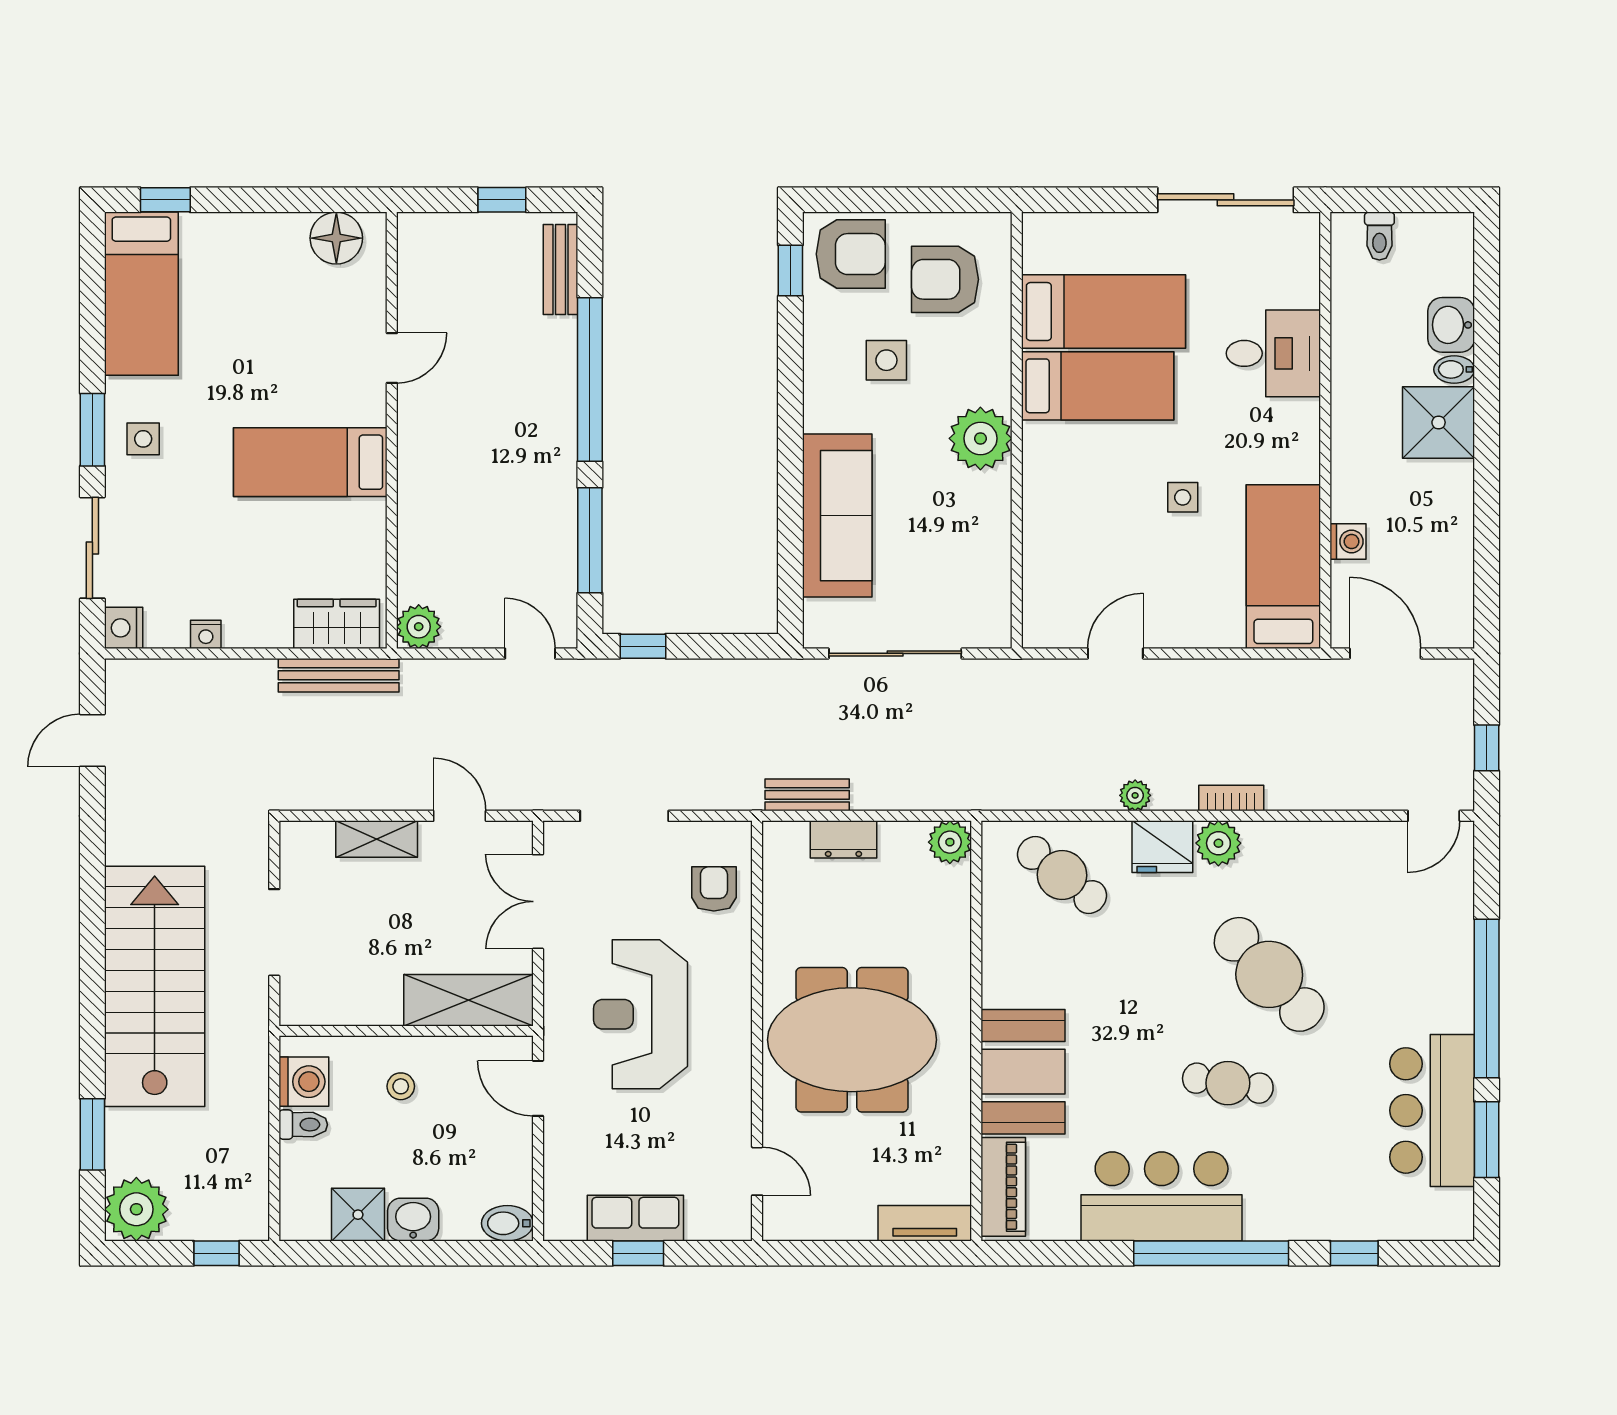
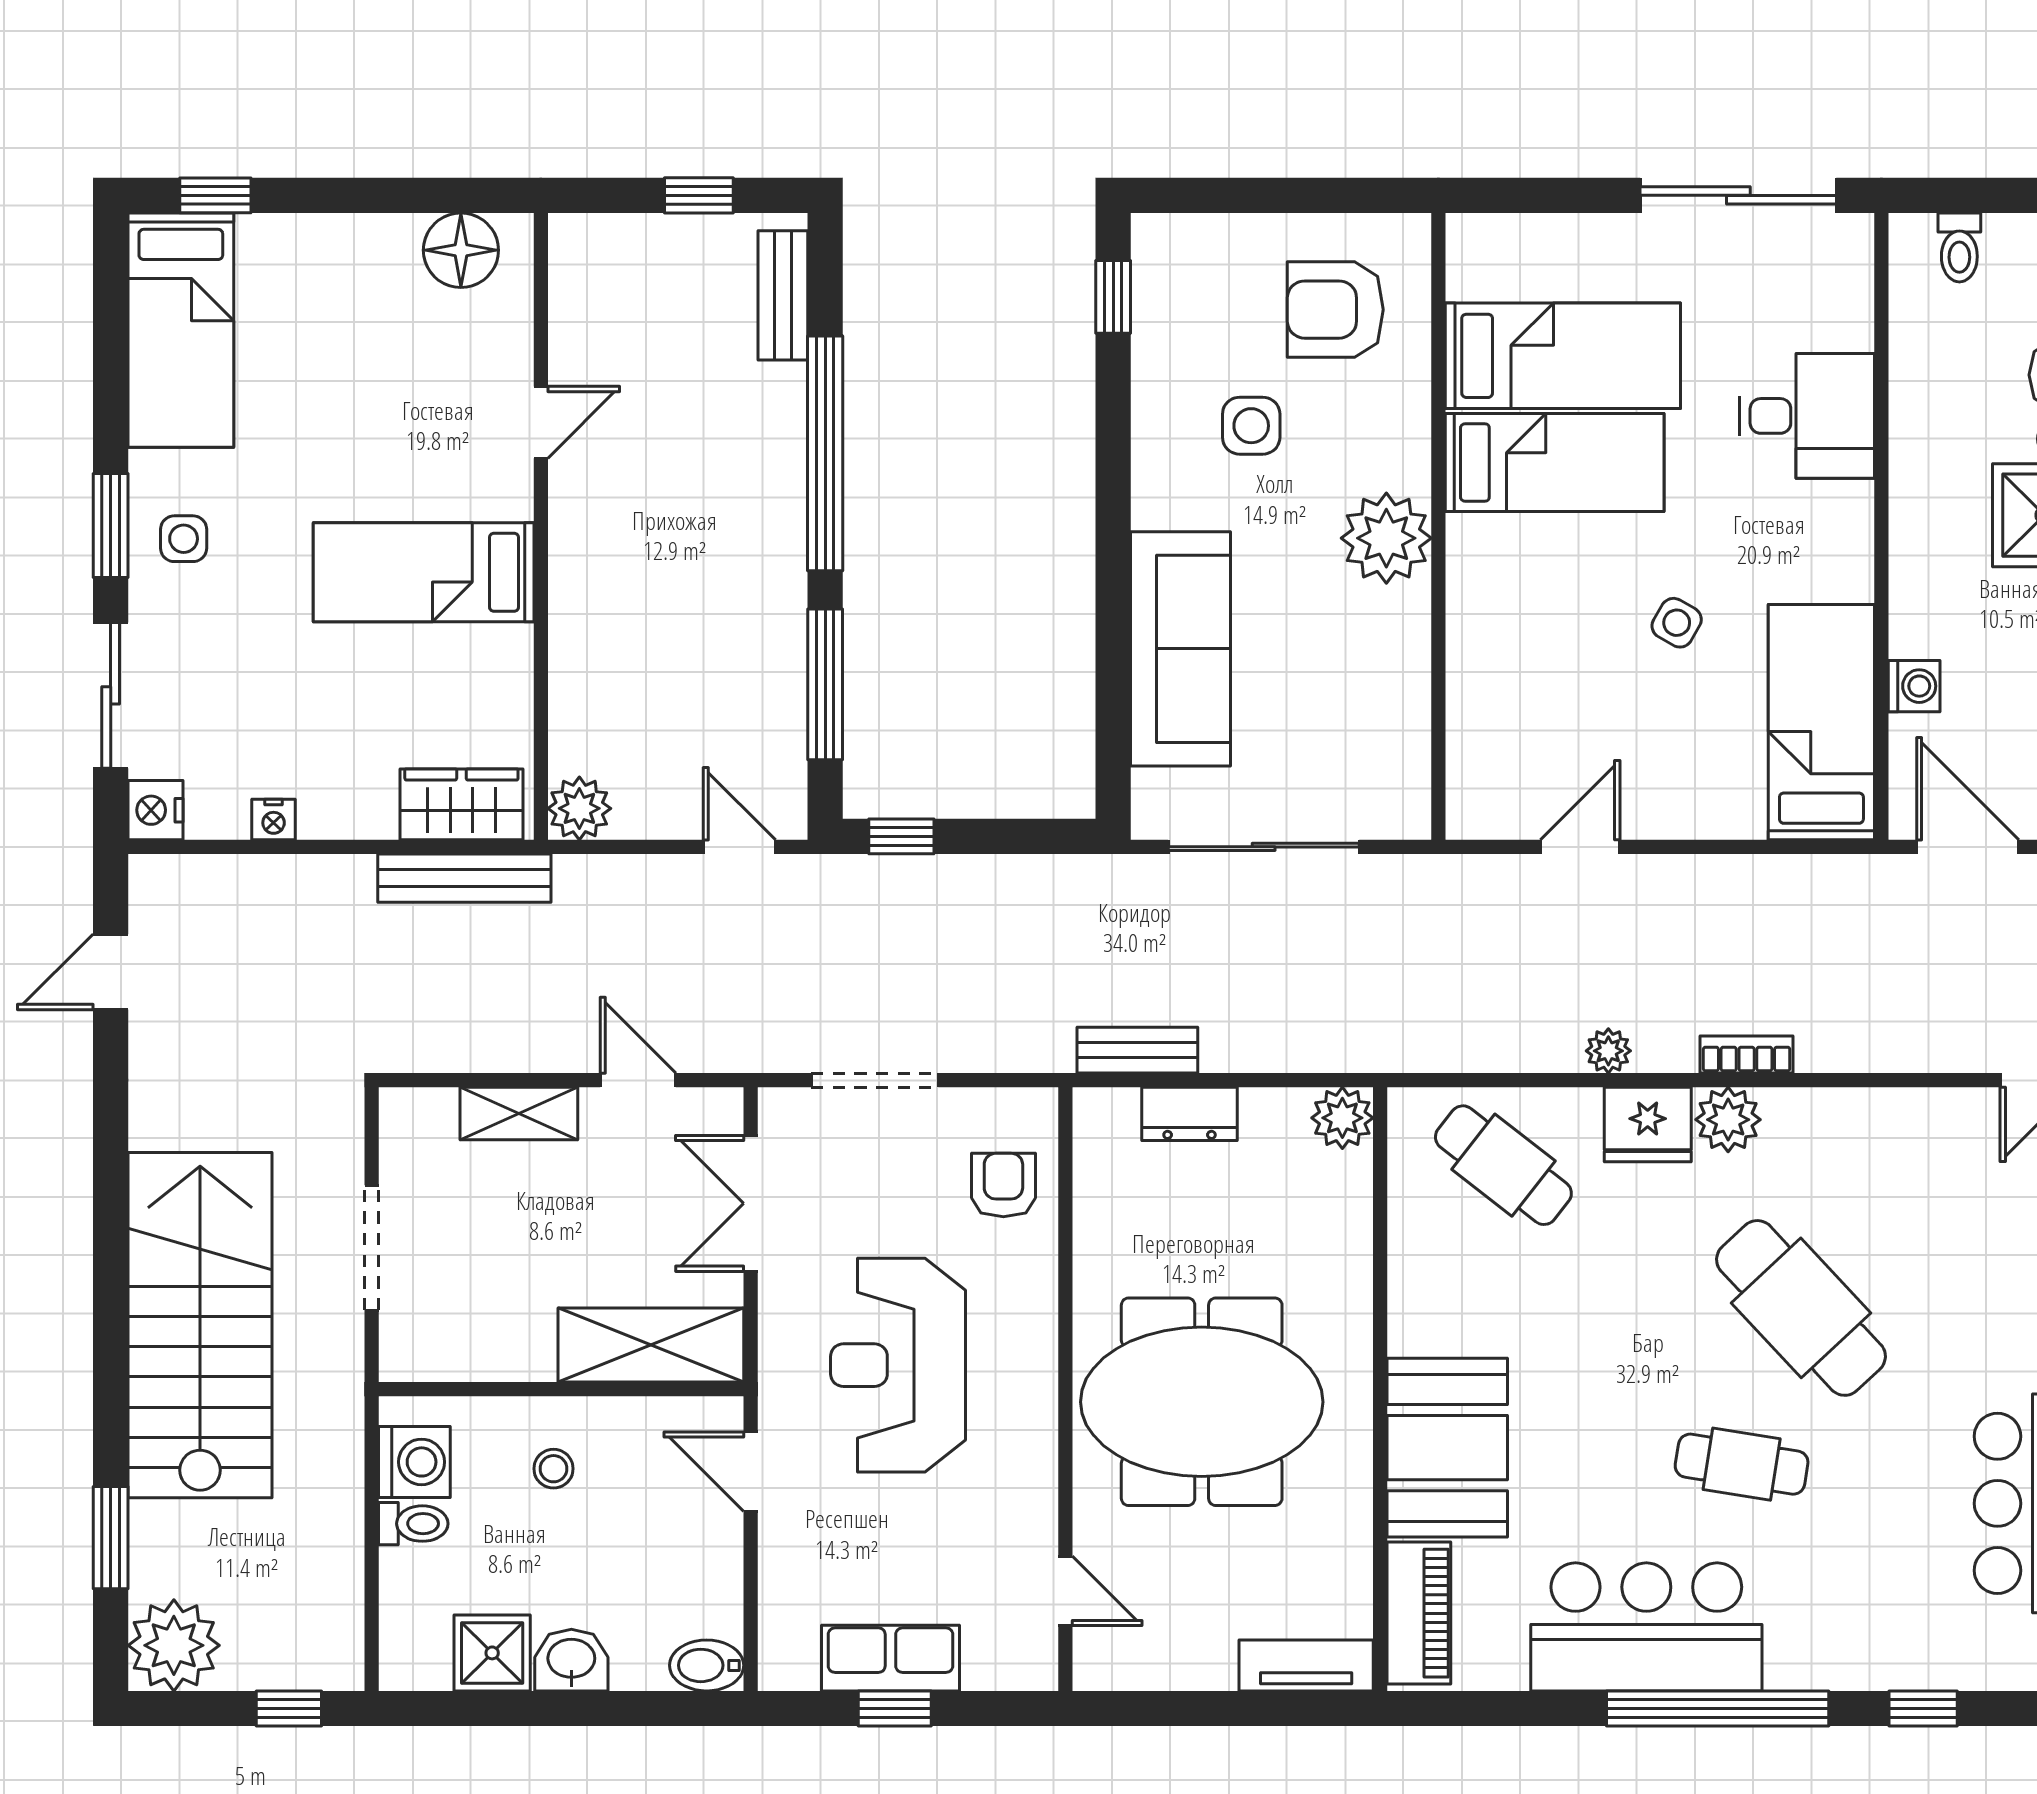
armchair: (851, 254) -> (1200, 273), removed
side table: (1183, 497) -> (1677, 623), turned 30

